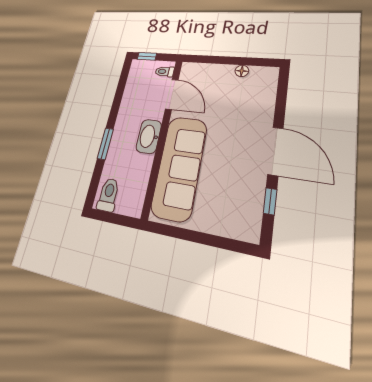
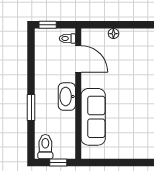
floor lamp: (242, 71) -> (113, 34), moved
sofa: (179, 167) -> (93, 117), width x0.74, depth x0.79
window: (118, 219) -> (58, 162), added

